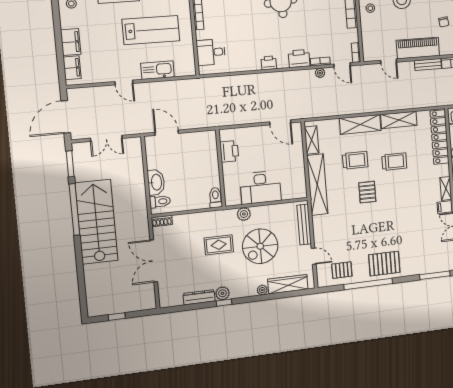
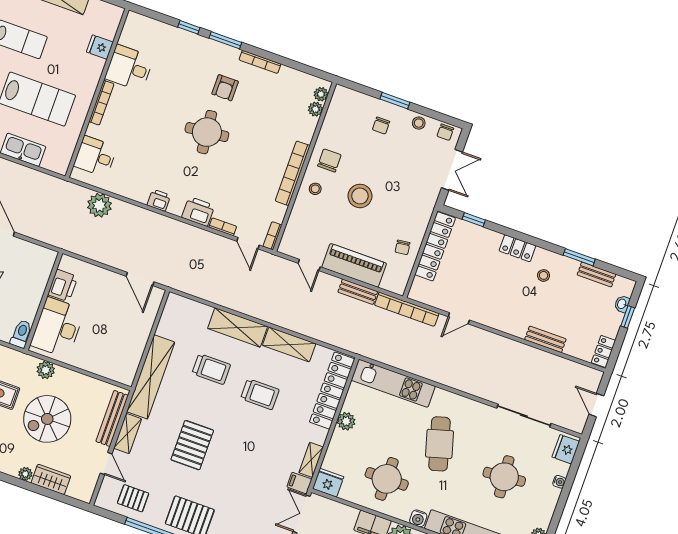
plant: (320, 73) -> (99, 205), moved, width x1.88, depth x1.88
shelving: (312, 140) -> (128, 433), moved
desk: (261, 187) -> (58, 327), moved, turned 90
pallet: (367, 192) -> (192, 445), moved, width x1.50, depth x1.42
wardrobe: (288, 284) -> (51, 479), width x0.67

